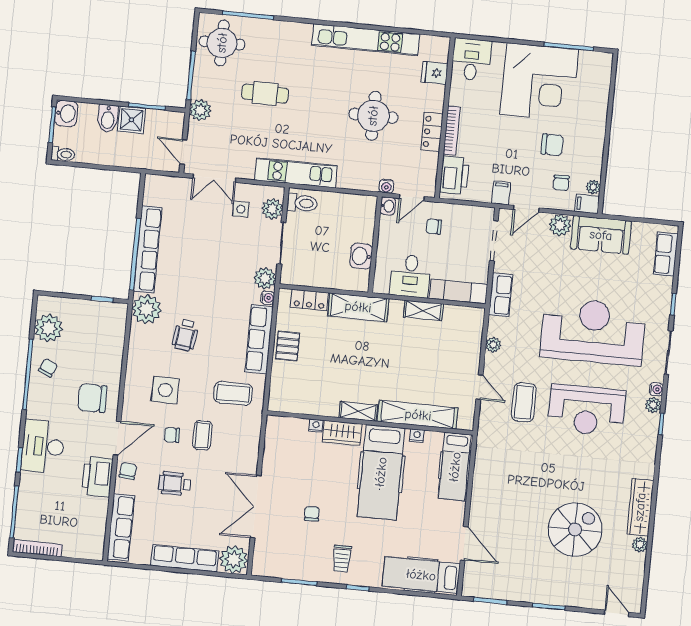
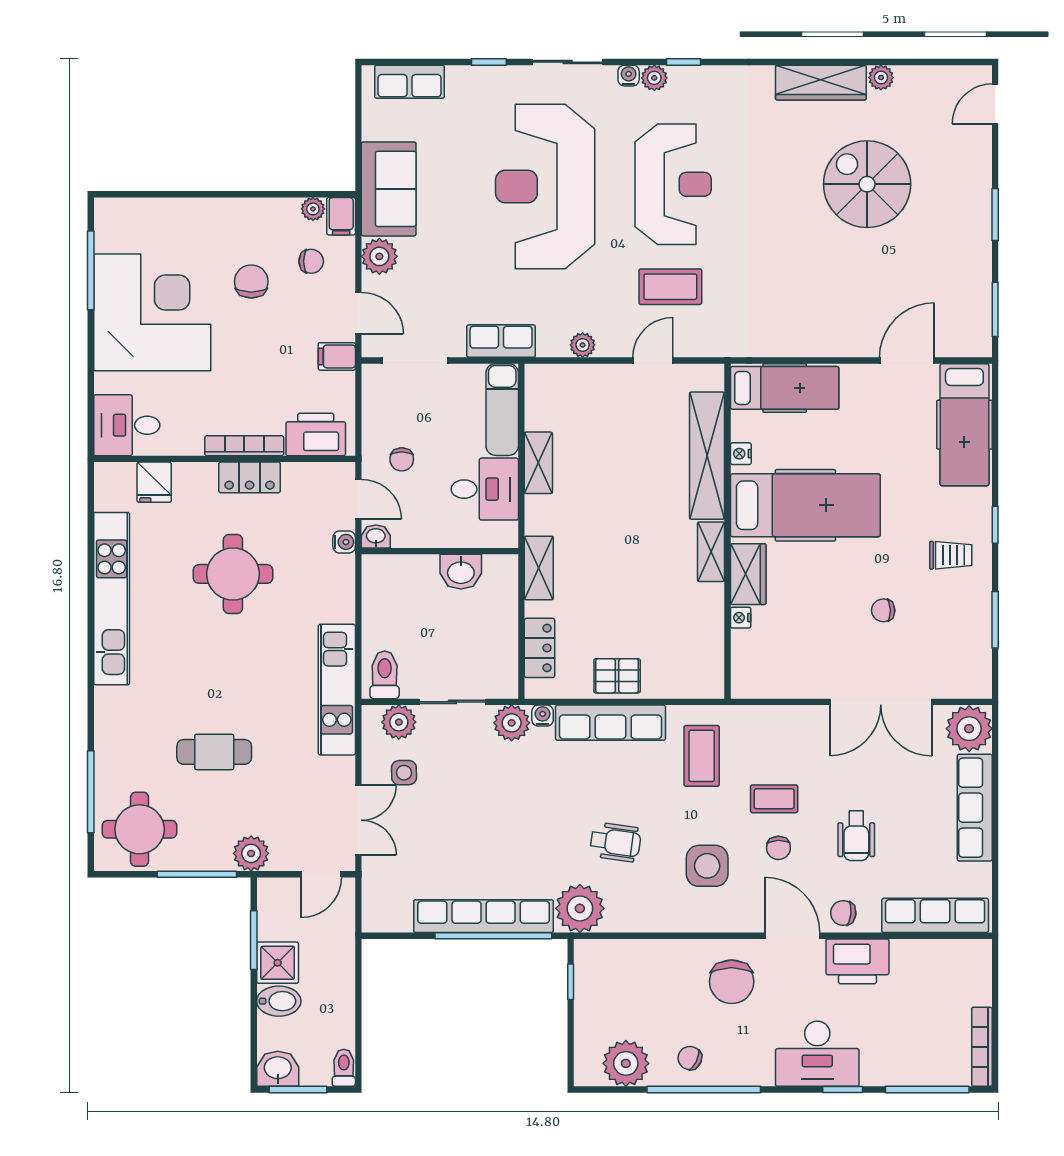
cafe table: (265, 94) -> (214, 752), turned 90
shelving: (358, 307) -> (539, 568), width x0.67, depth x0.75

